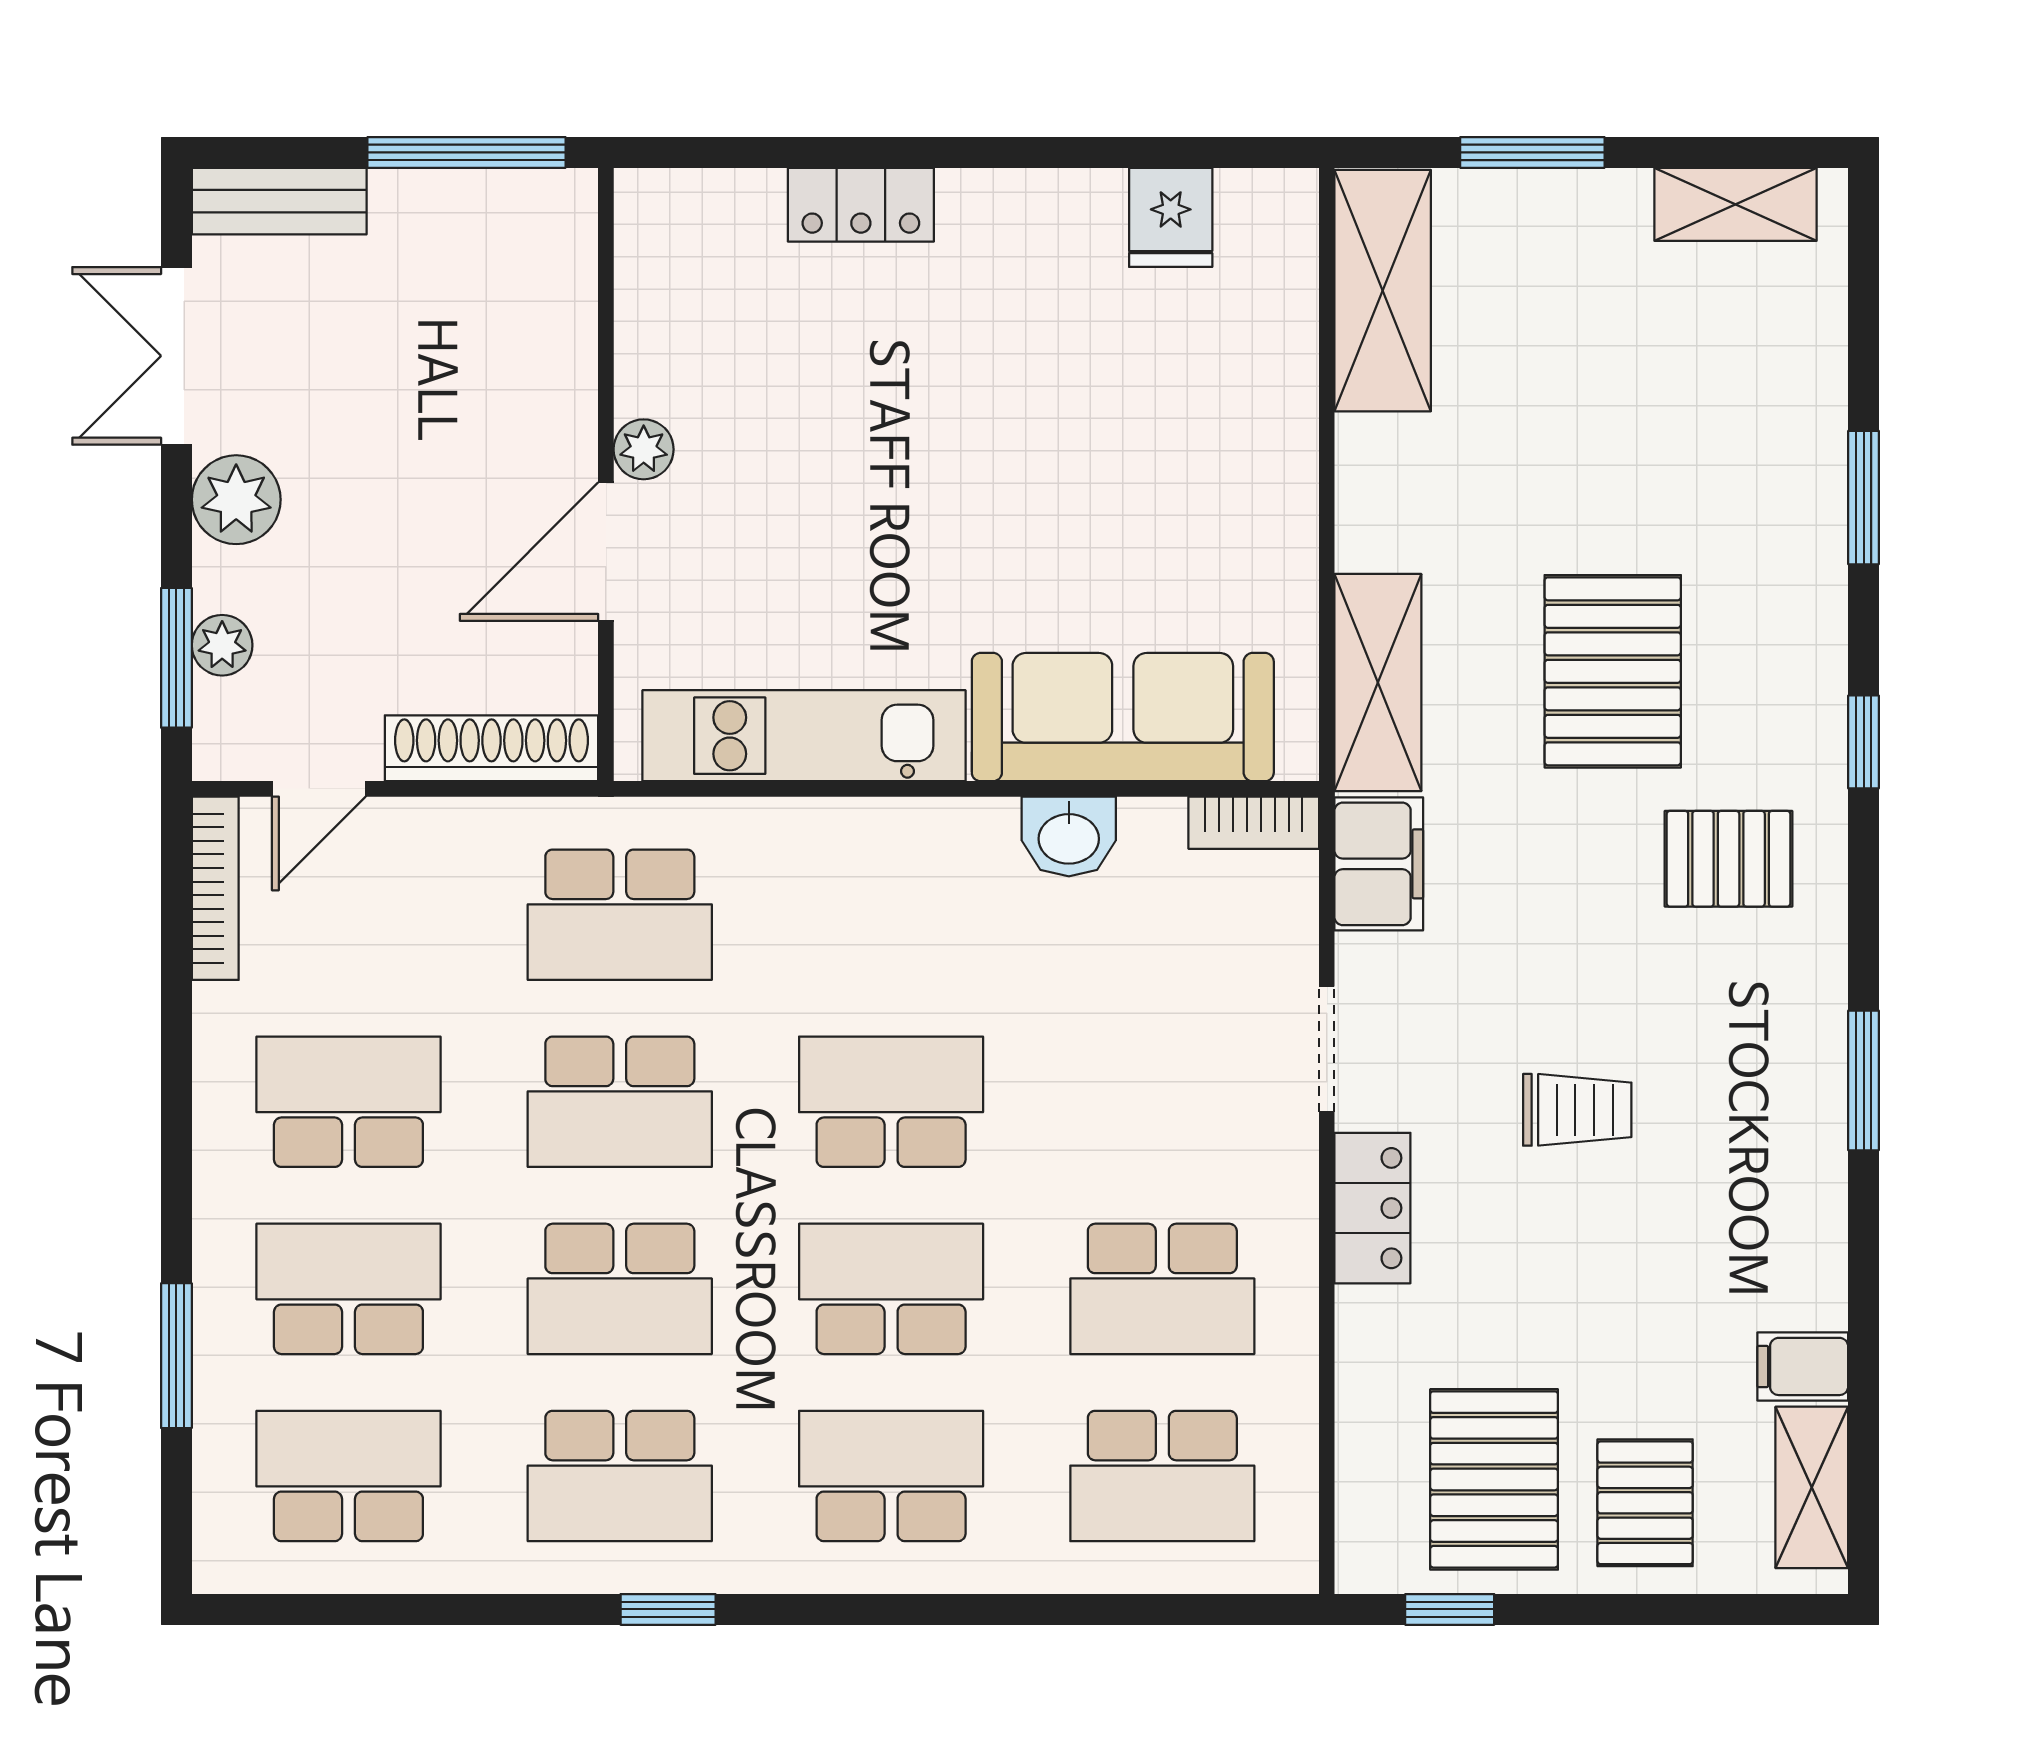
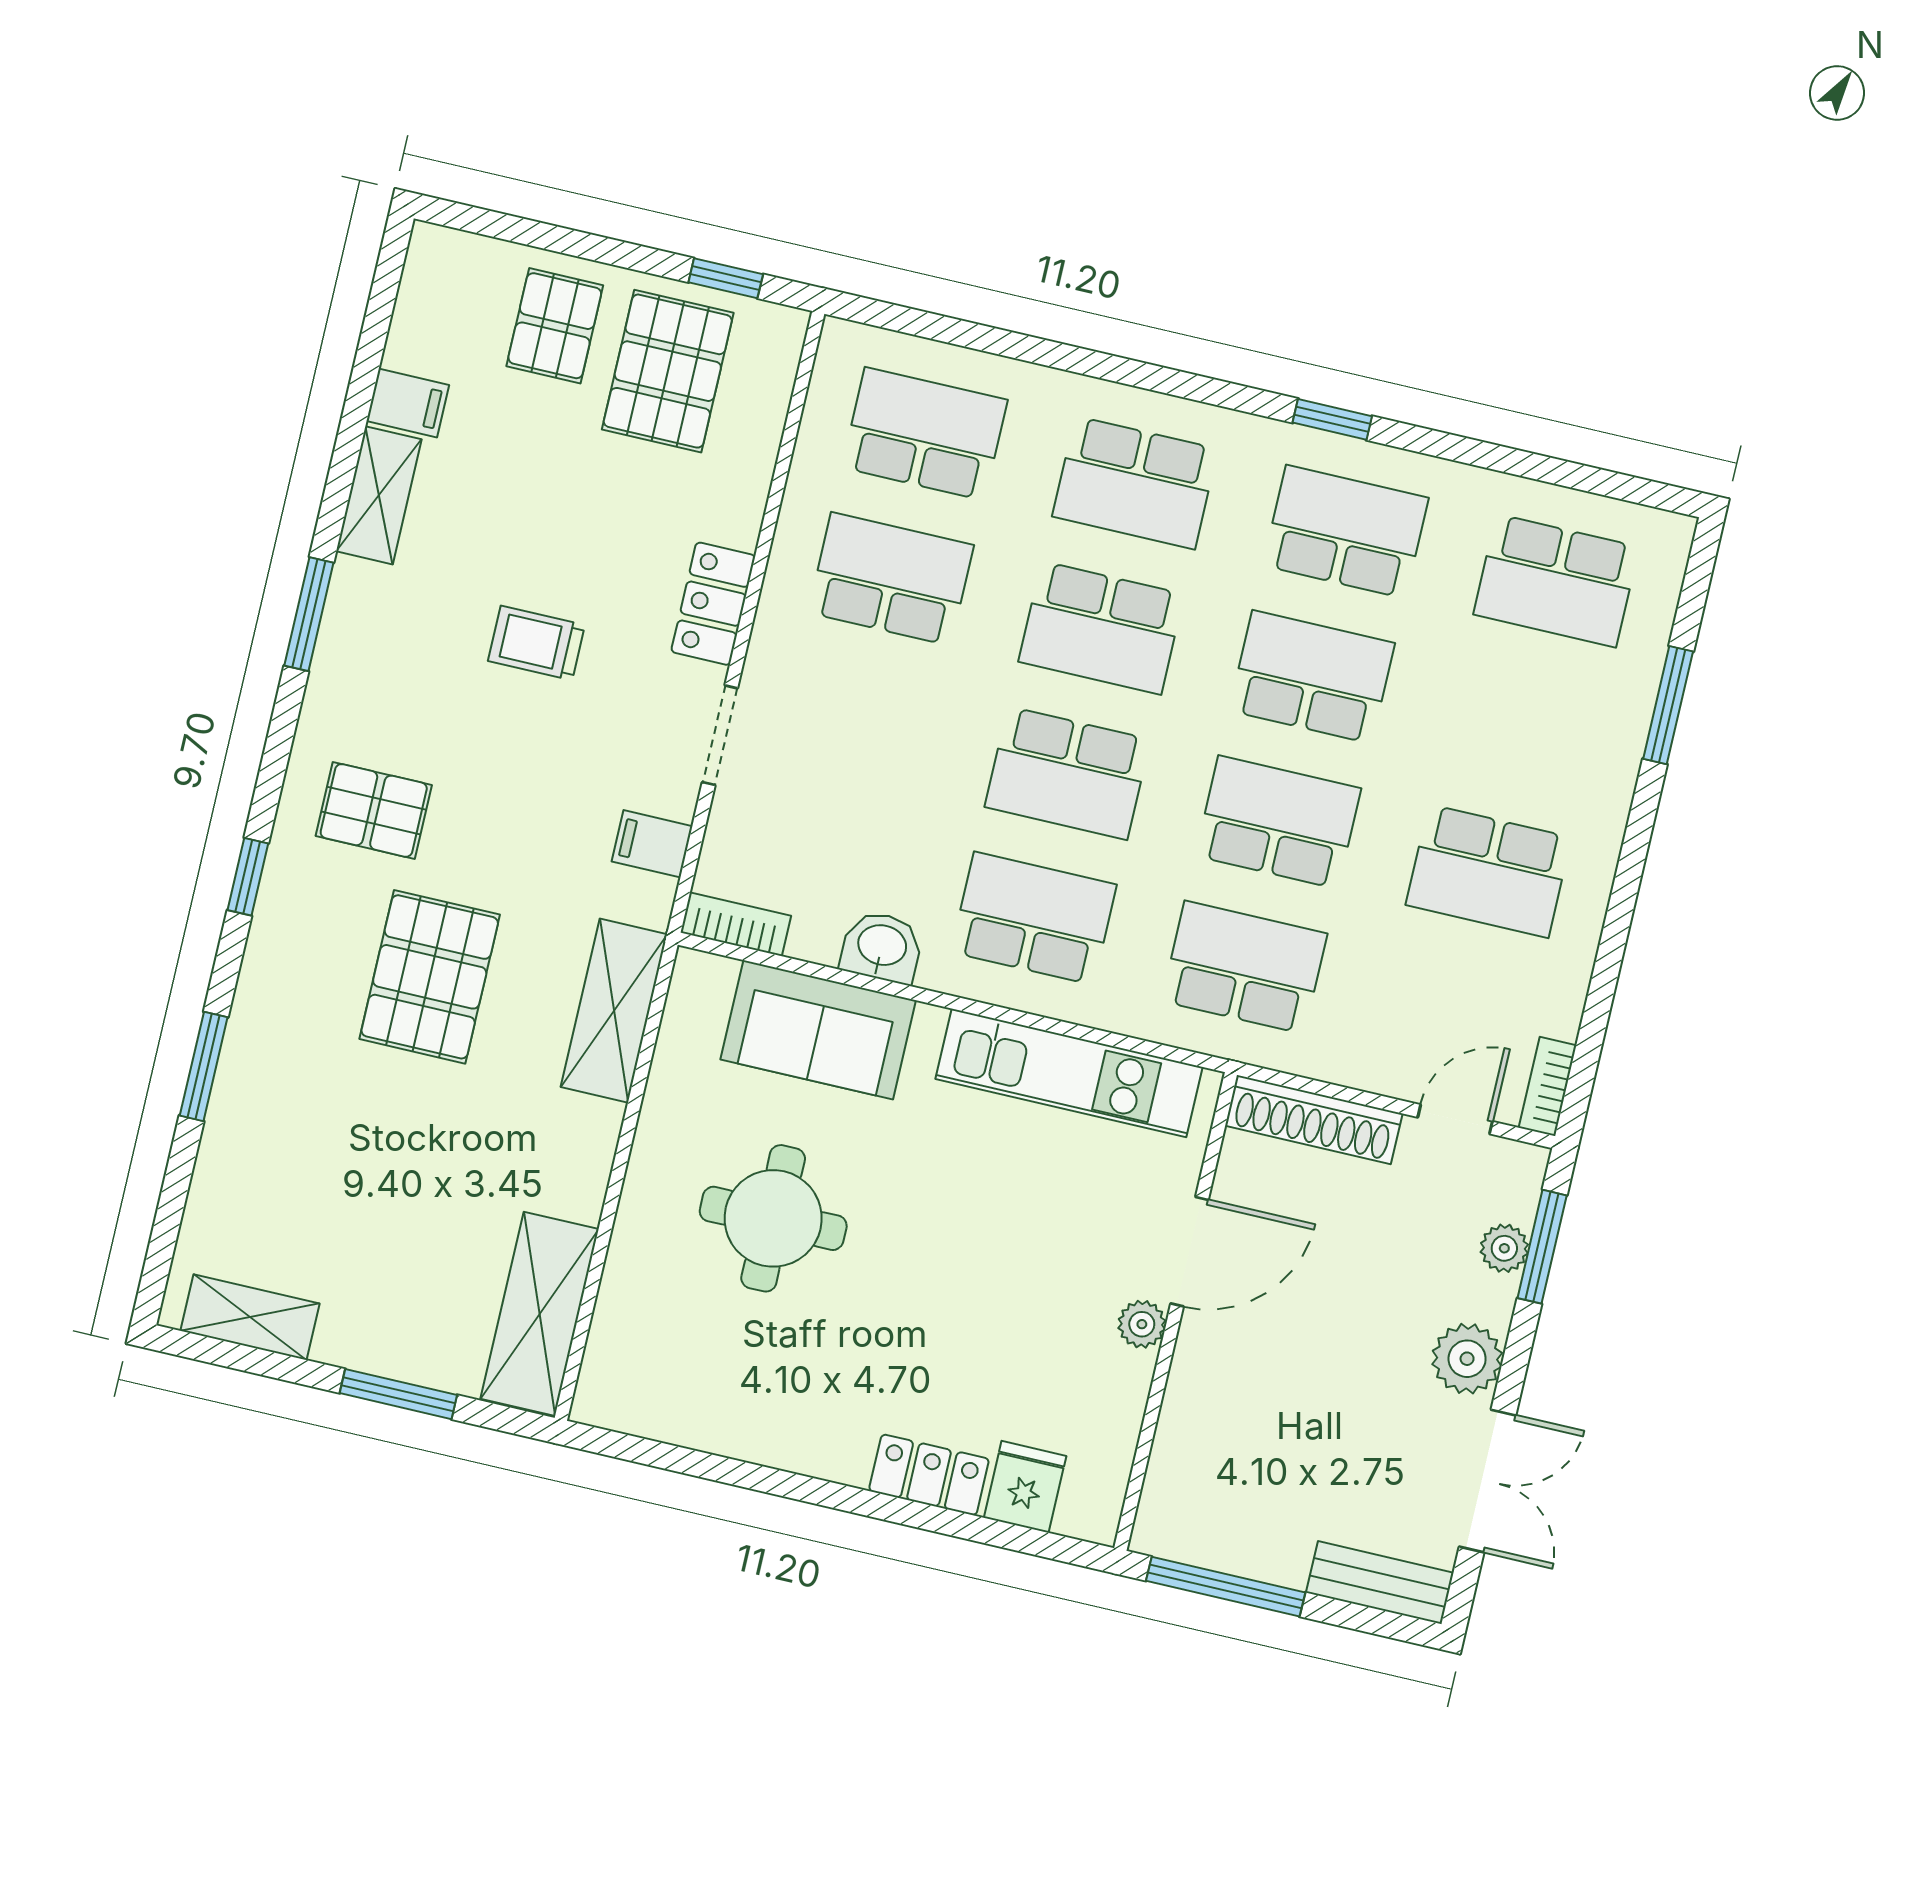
fridge: (1171, 217) -> (1025, 1487), moved
round table: (1124, 474) -> (773, 1218), added
sofa: (1123, 717) -> (818, 1030), width x0.73
filing cabinet: (1379, 864) -> (652, 844), width x0.50
bookcase: (215, 888) -> (1548, 1086), width x0.64
school desk: (348, 1289) -> (1034, 918), moved, turned 180
shelving: (1812, 1487) -> (379, 495), moved

